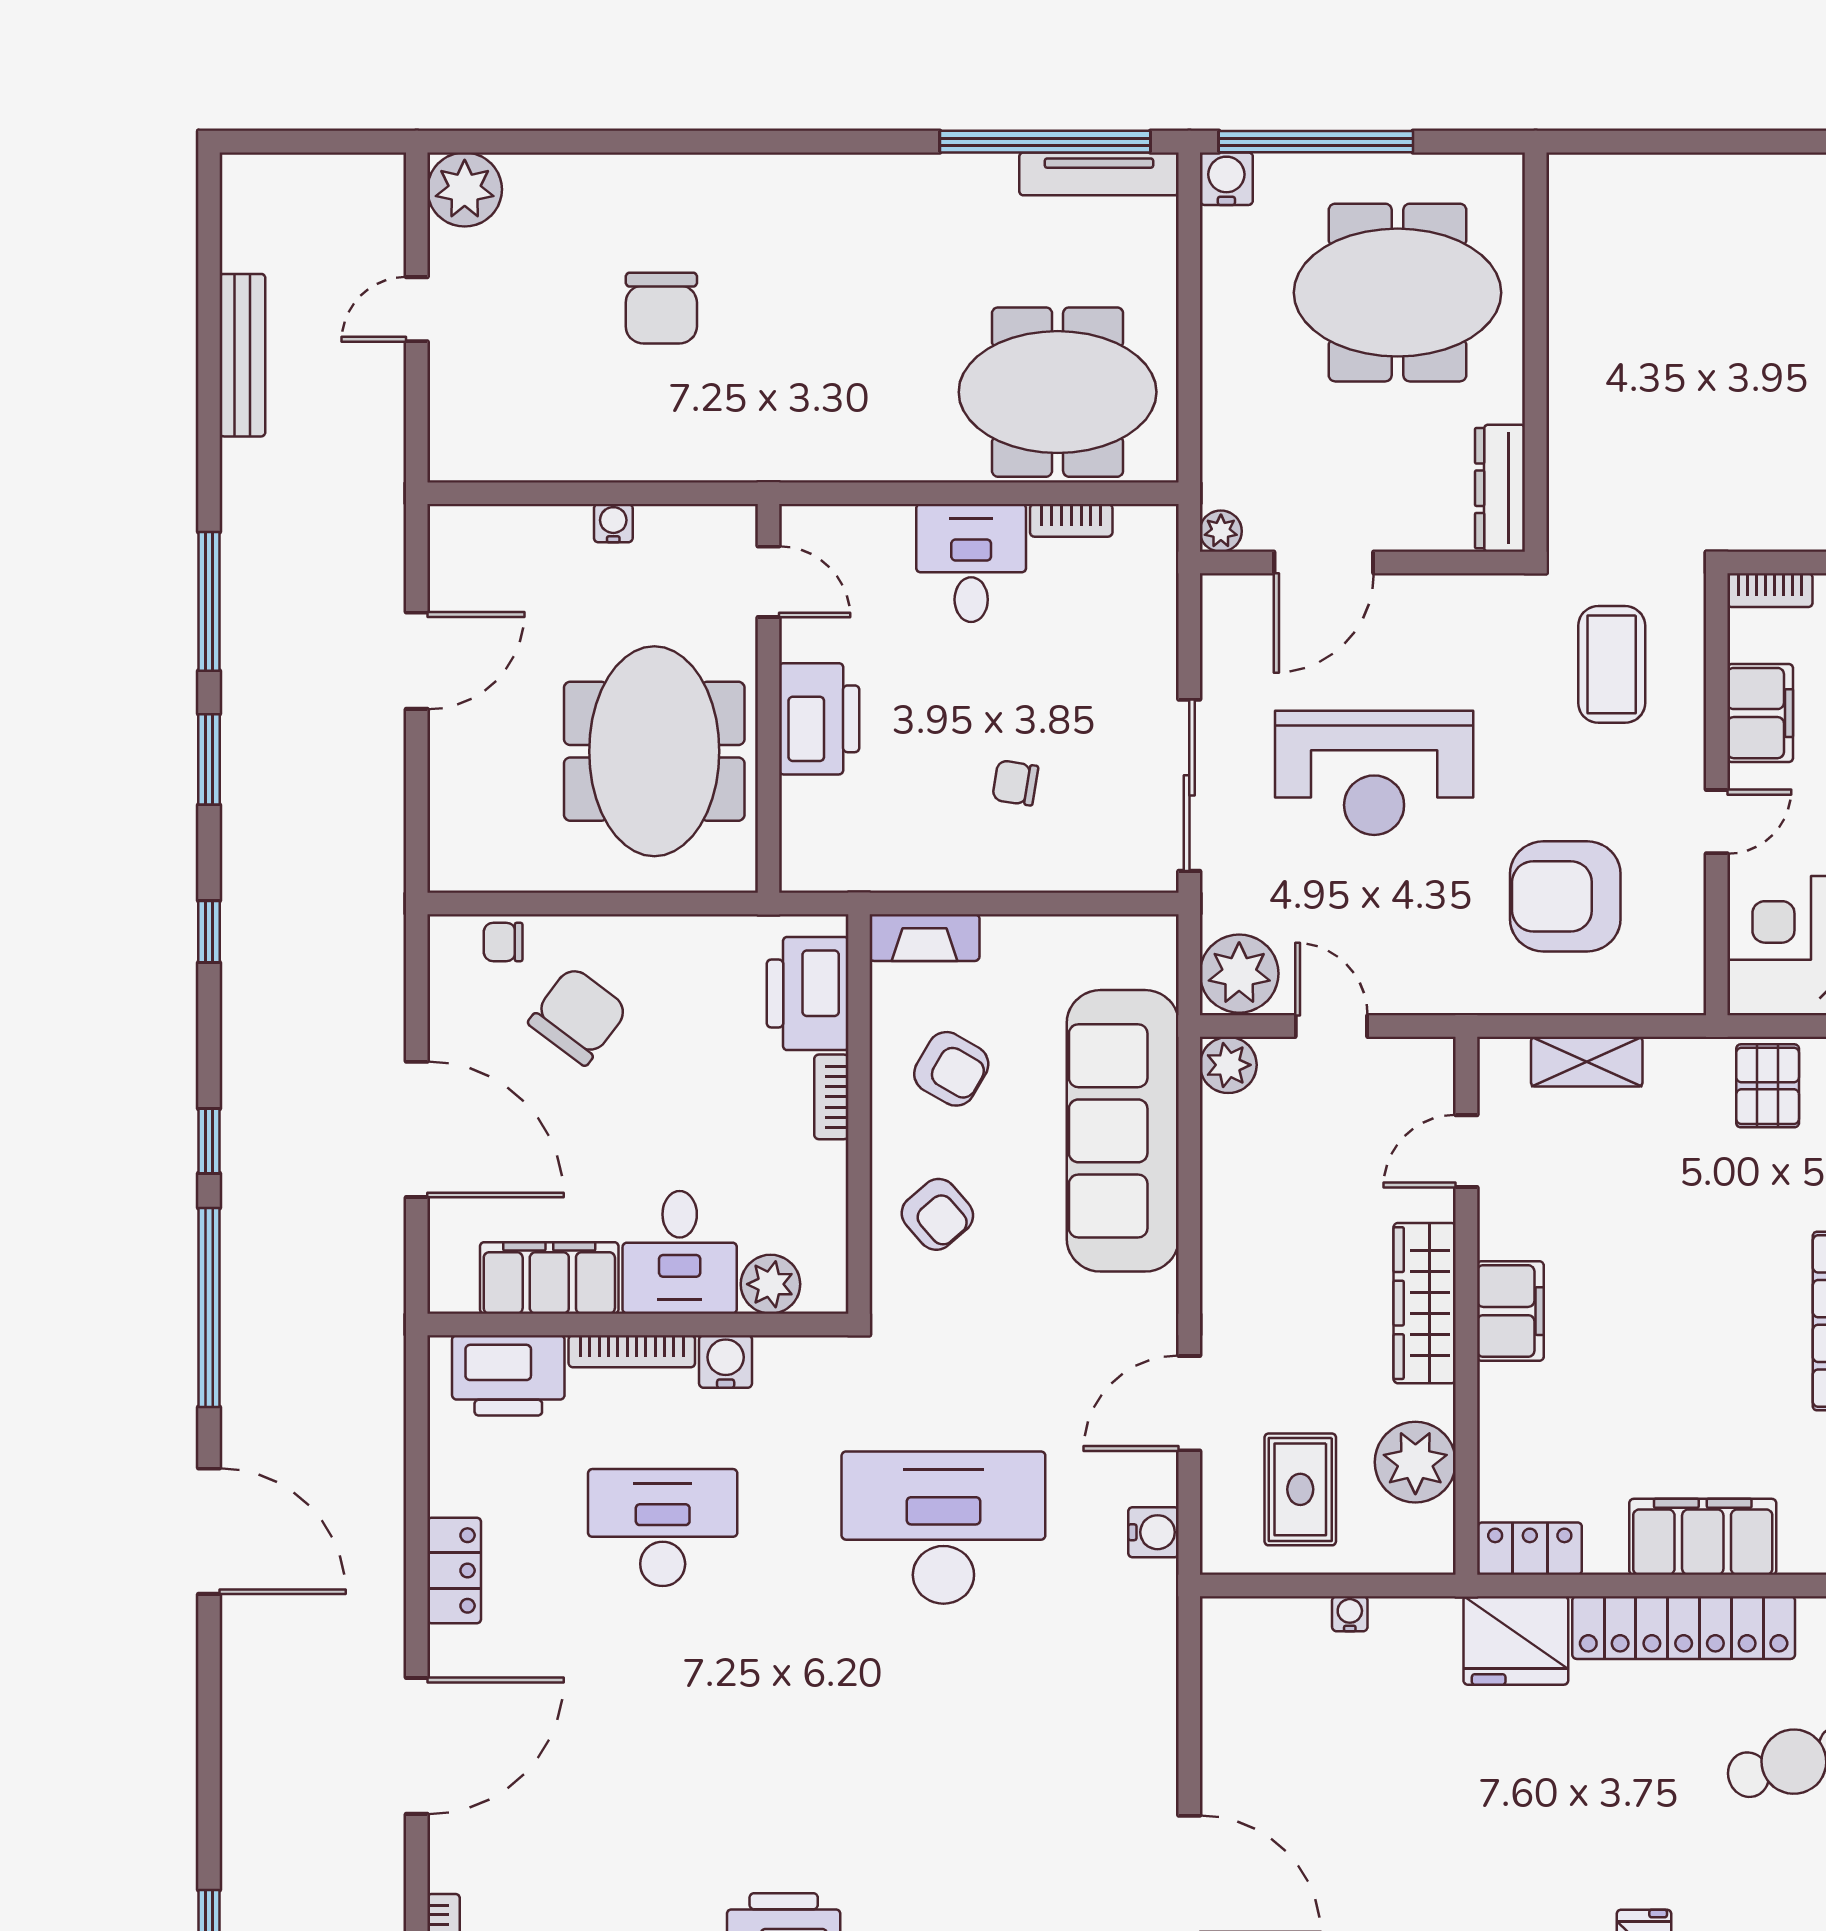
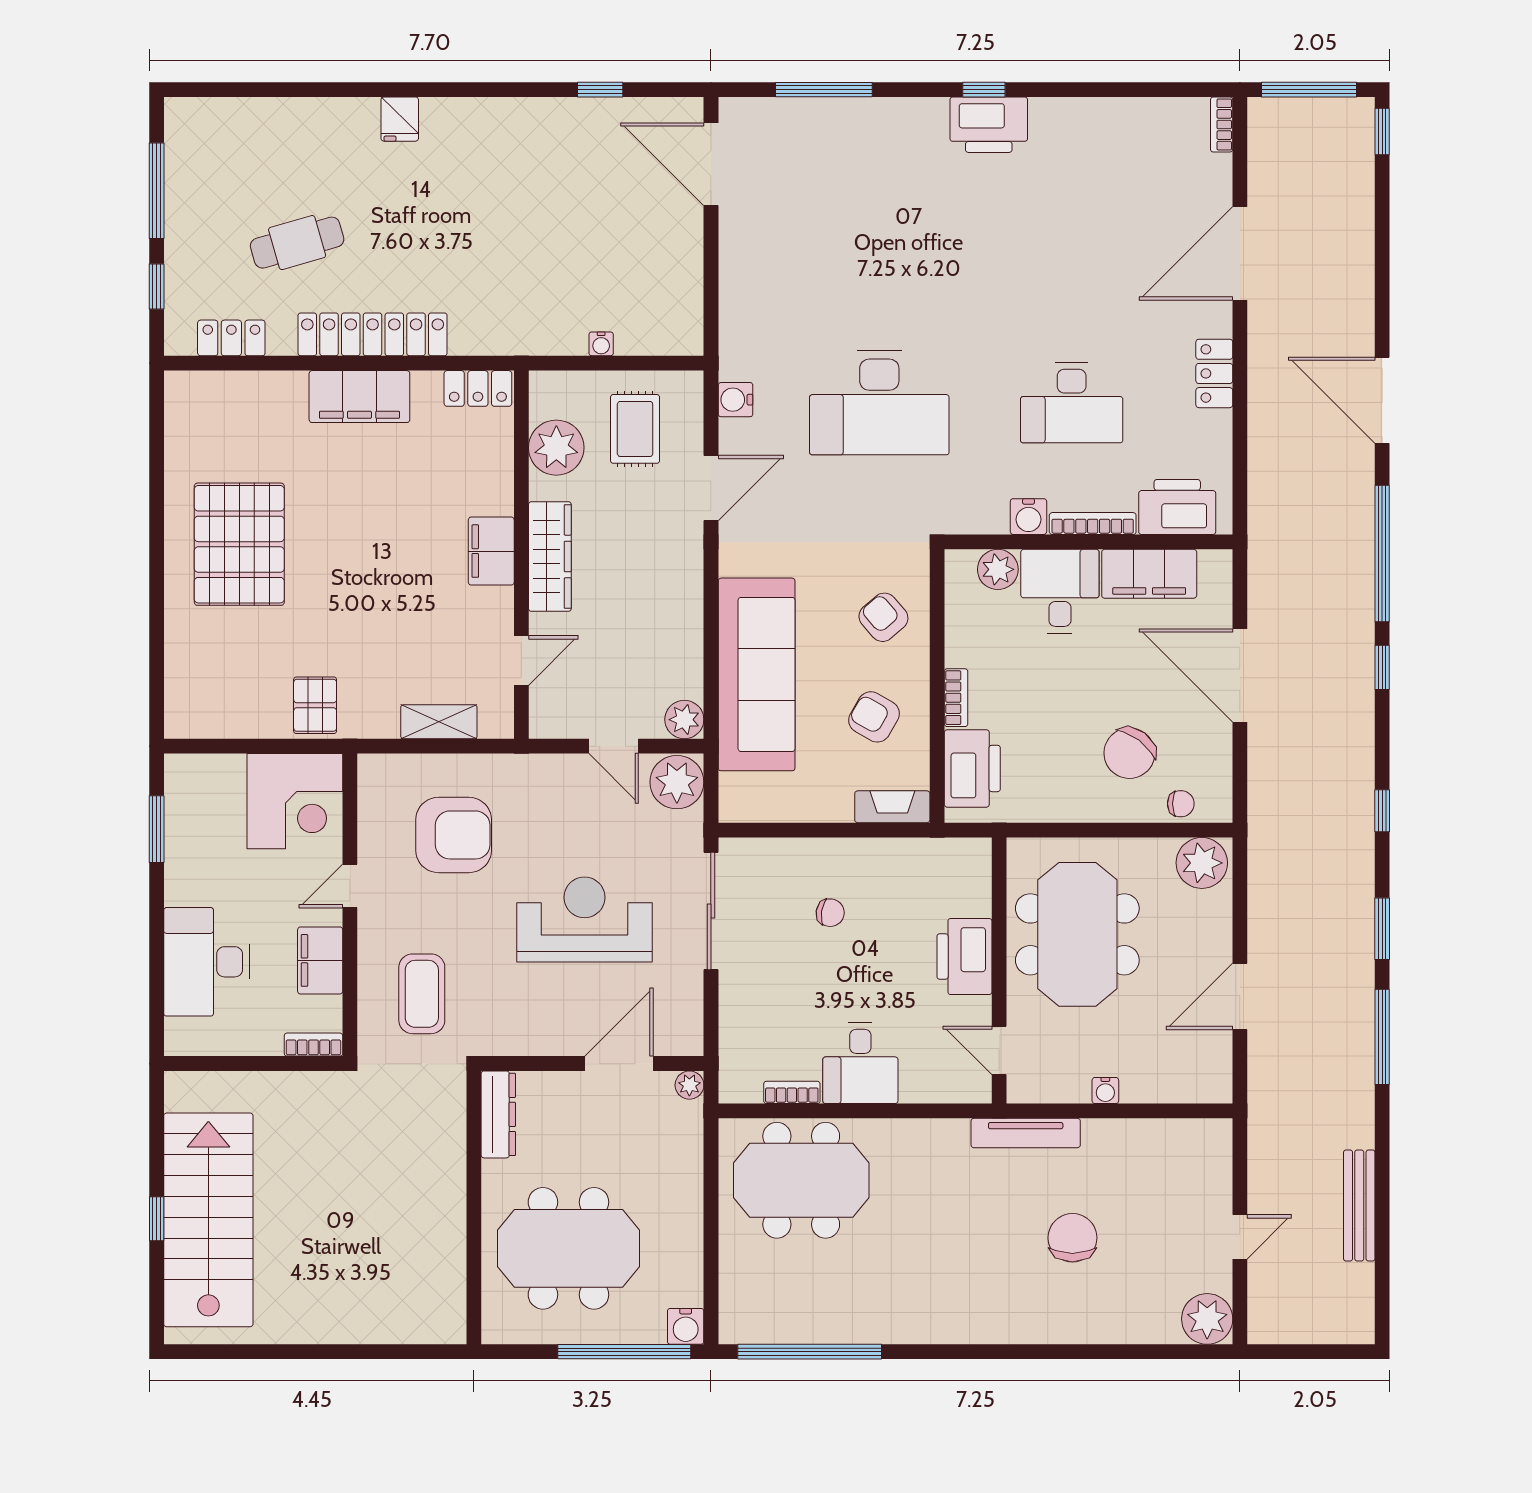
tv unit: (1099, 174) -> (1026, 1133), moved, turned 180
plant: (472, 856) -> (1202, 863), added
fridge: (1516, 1640) -> (487, 326), removed

